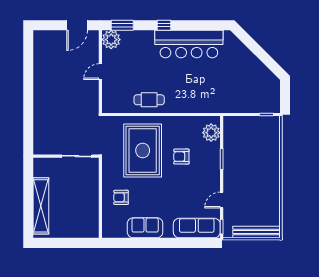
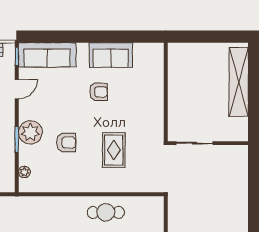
plant: (211, 133) -> (24, 172), width x0.53, depth x0.53
rug: (143, 150) -> (114, 150), width x0.54, depth x0.49
plant: (211, 165) -> (30, 132), added
armchair: (121, 197) -> (98, 92), moved

